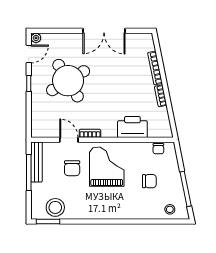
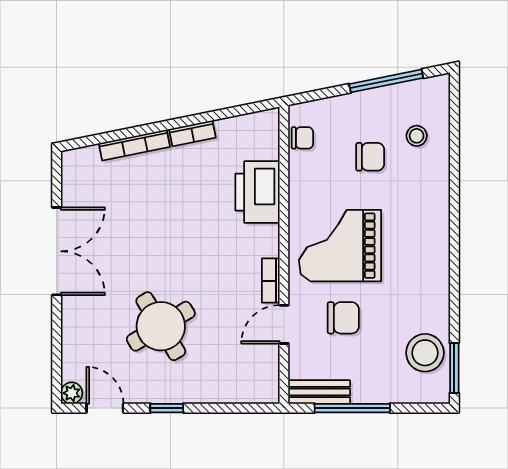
round table: (68, 81) -> (161, 326), width x0.73, depth x0.73
bench: (36, 162) -> (319, 392), width x0.73
chair: (149, 181) -> (370, 157), turned 90
stool: (170, 209) -> (417, 136), moved

